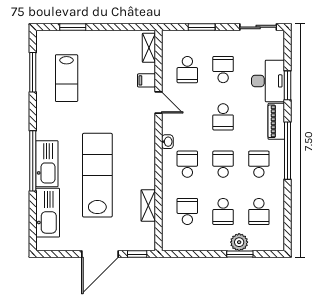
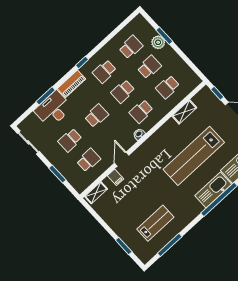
window: (288, 151) -> (82, 62), width x0.32

